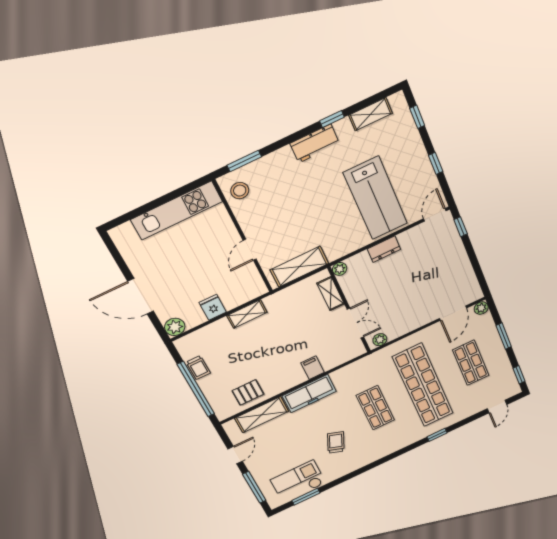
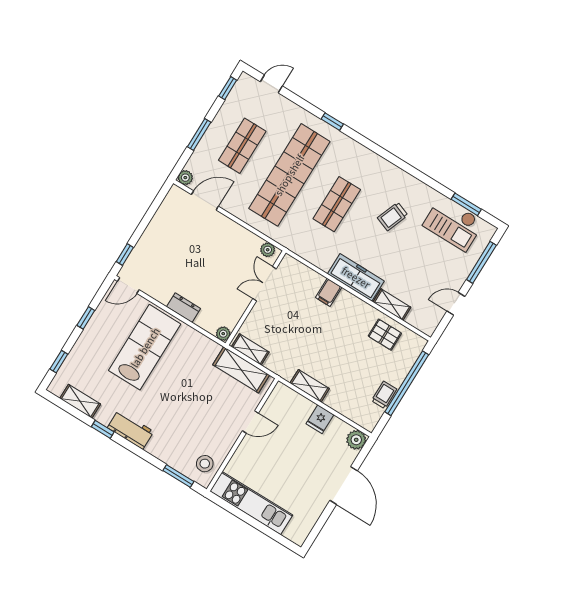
shelving: (331, 294) -> (250, 349), moved, turned 90
shelving: (262, 415) -> (392, 305), width x0.67, depth x0.75

